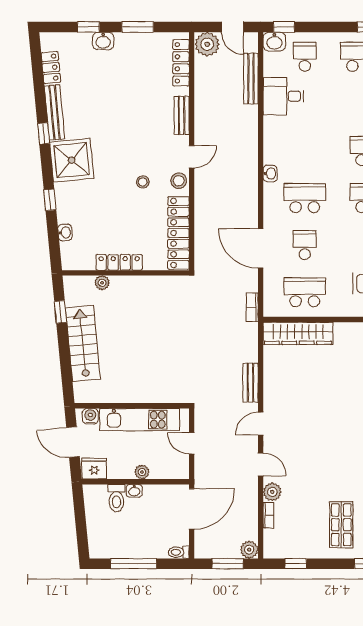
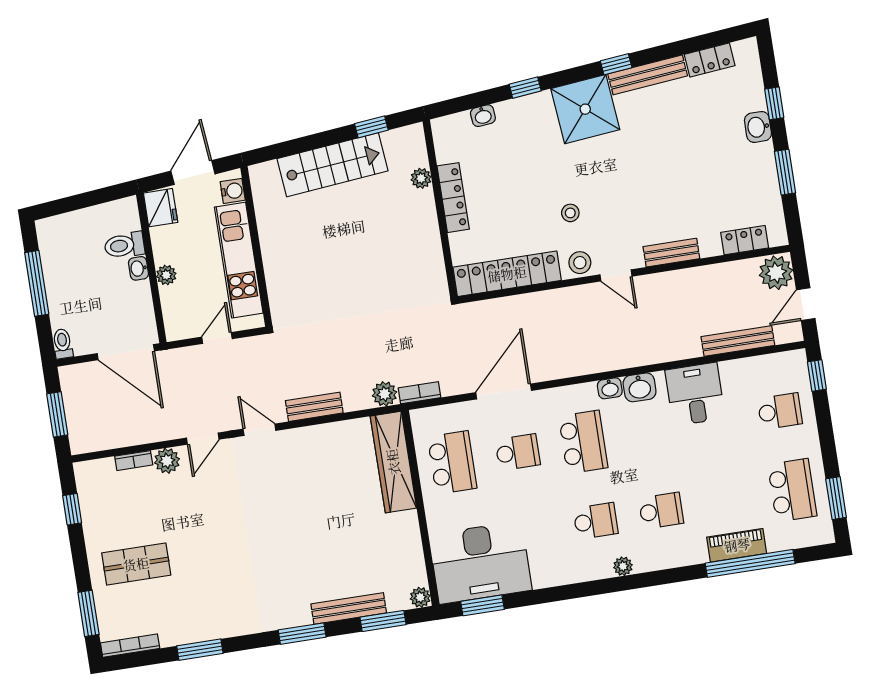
washbasin: (274, 42) -> (640, 387), moved, turned -90
locker: (181, 63) -> (745, 240), width x0.66
desk: (283, 96) -> (695, 394), moved
plant: (249, 550) -> (385, 394), moved

